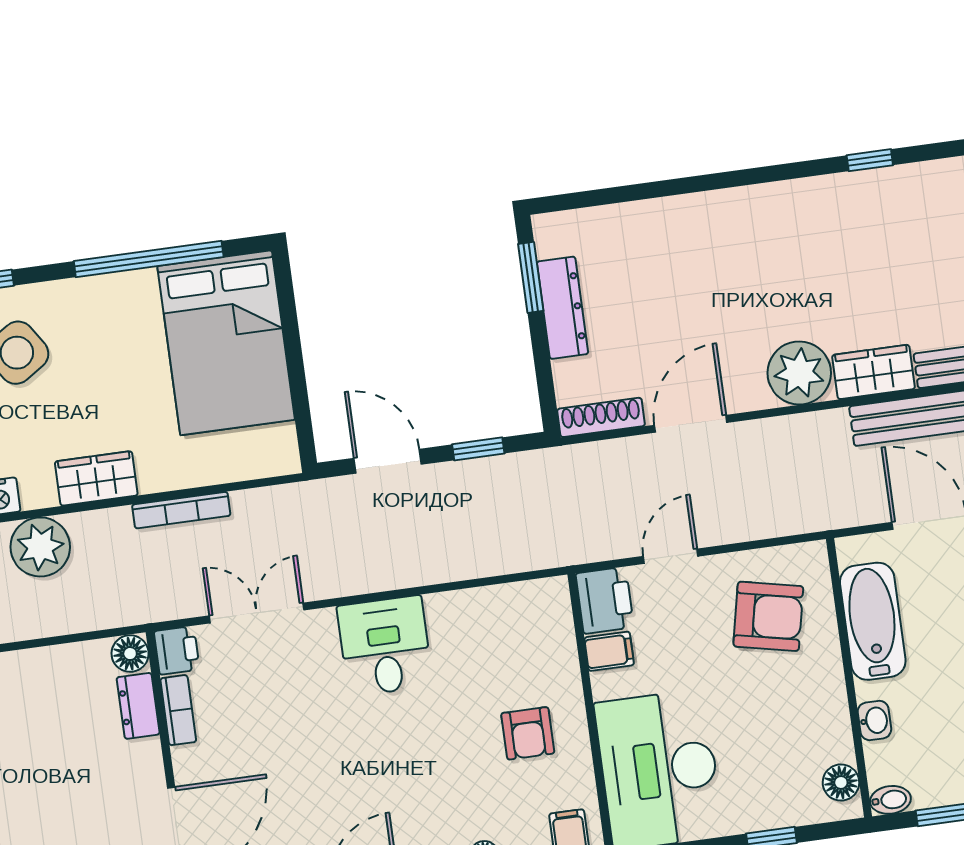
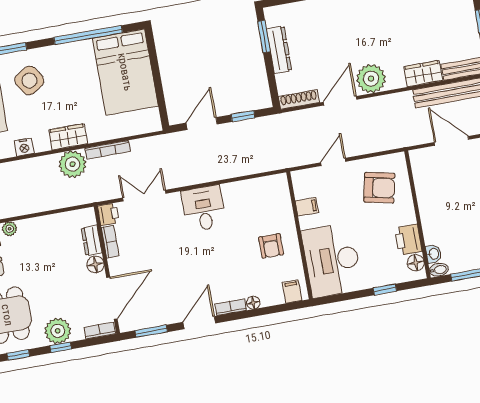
plant: (799, 373) -> (371, 79), moved
door: (388, 461) -> (202, 124), hinge flipped
plant: (40, 547) -> (73, 164), moved
printer: (605, 600) -> (408, 240), moved, turned 180
bathtub: (873, 621) -> (427, 188), removed
floor lamp: (130, 654) -> (95, 264), moved
washbasin: (874, 720) -> (434, 254), moved

